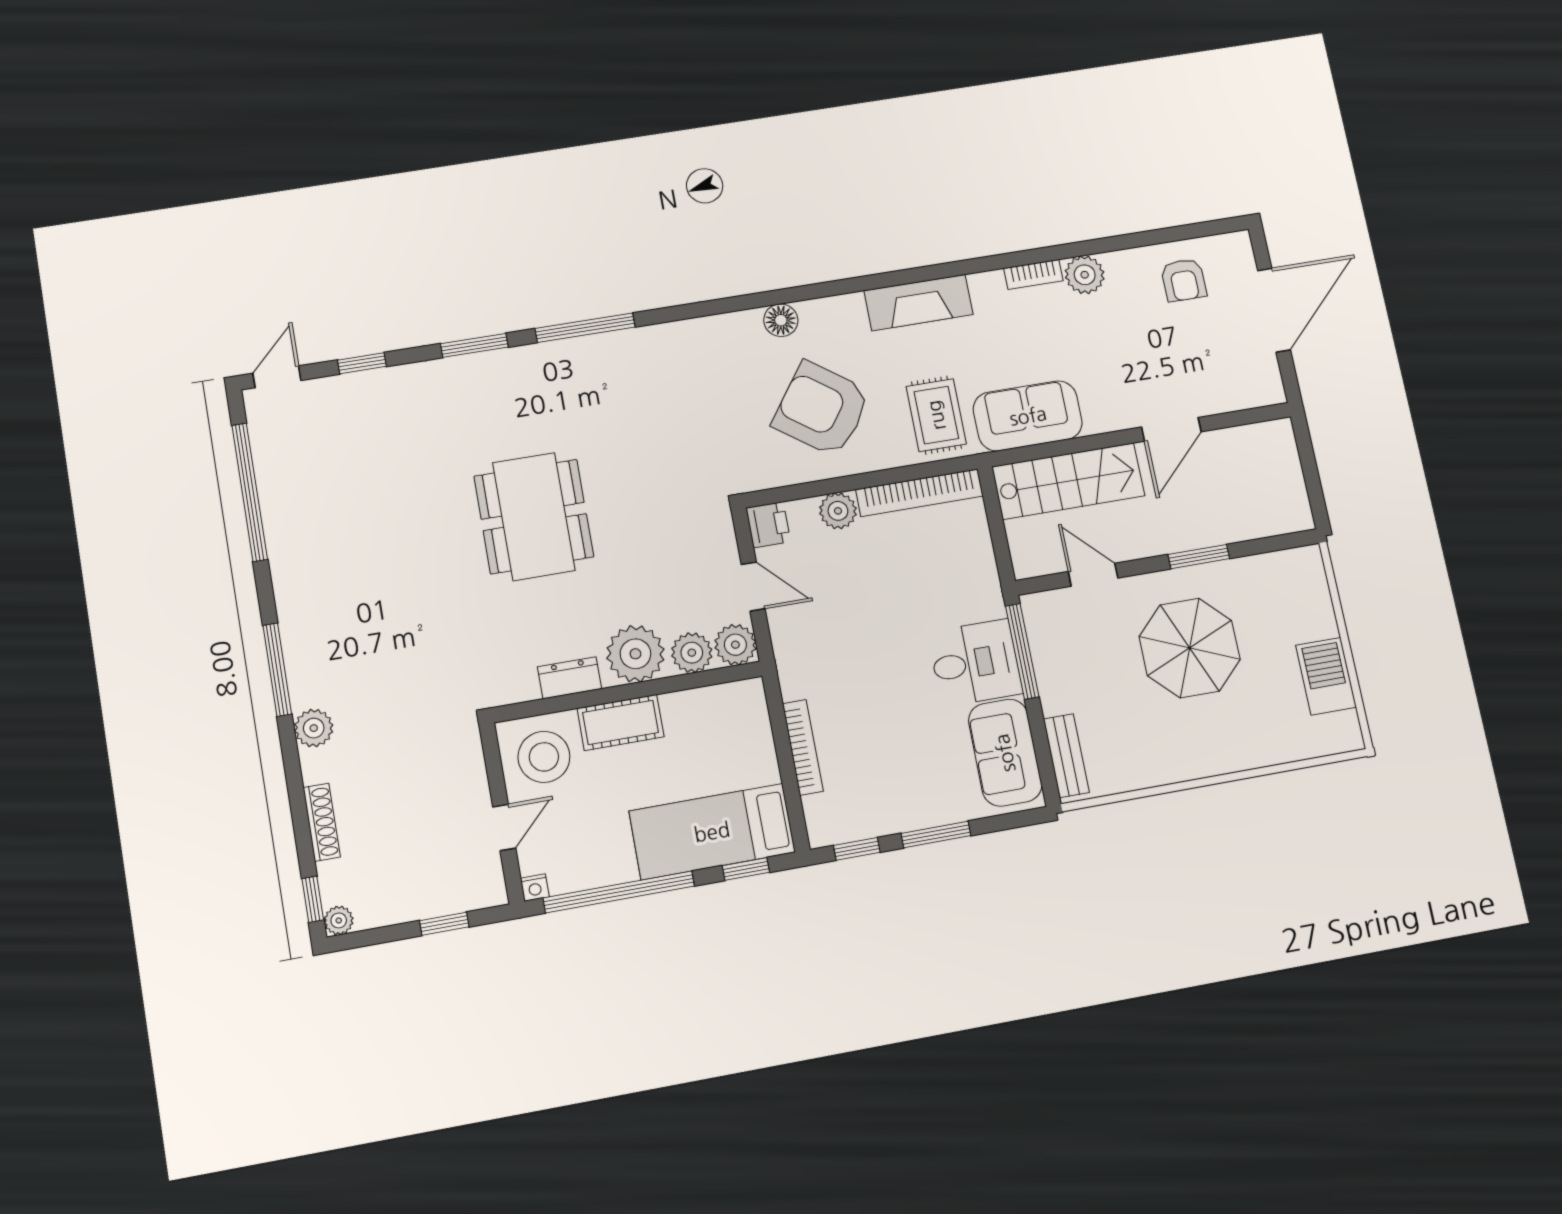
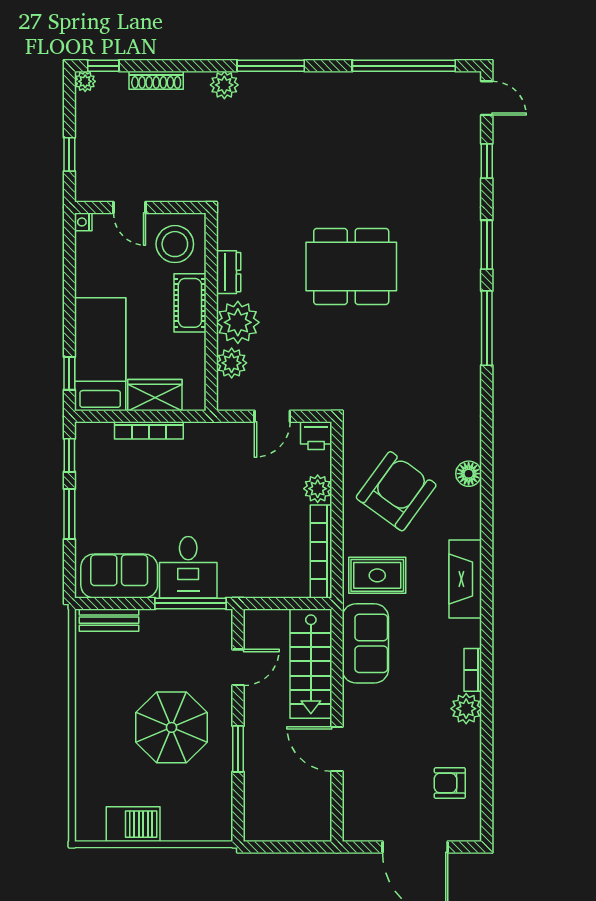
plant: (735, 645) -> (232, 395), removed
wardrobe: (754, 748) -> (155, 395), added
window: (619, 892) -> (69, 281), removed

